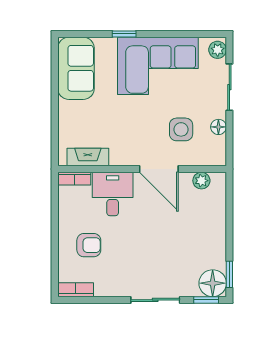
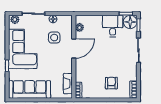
sofa: (76, 68) -> (30, 89), width x1.36
desk: (113, 194) -> (113, 26), moved, turned 90

